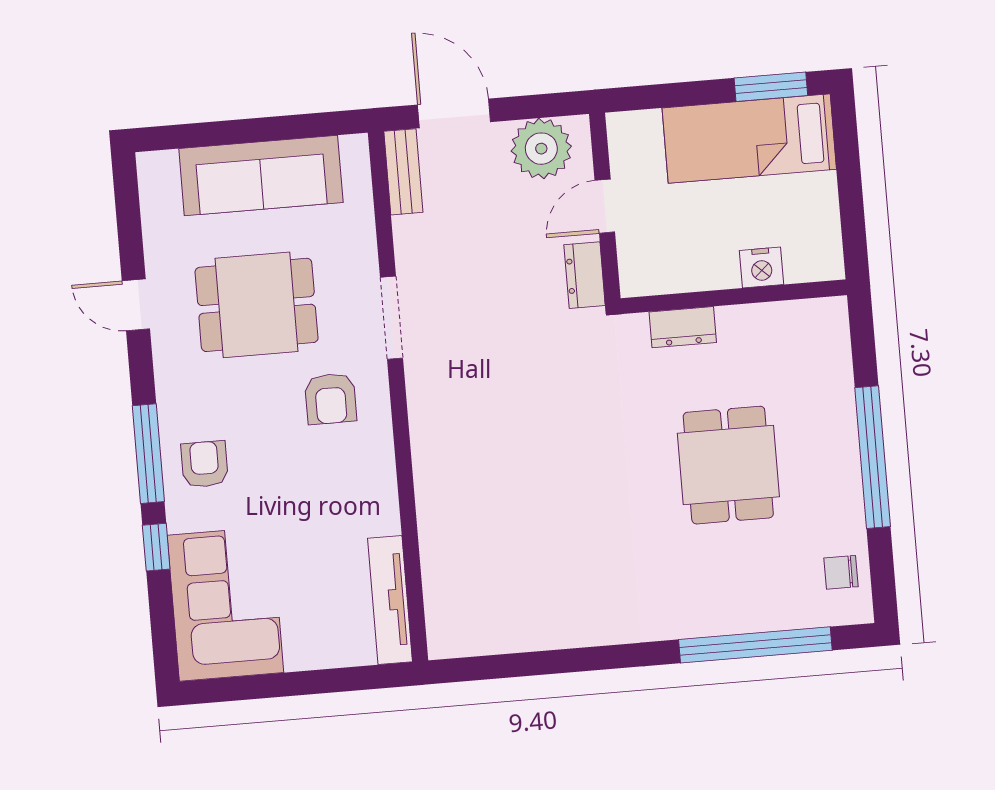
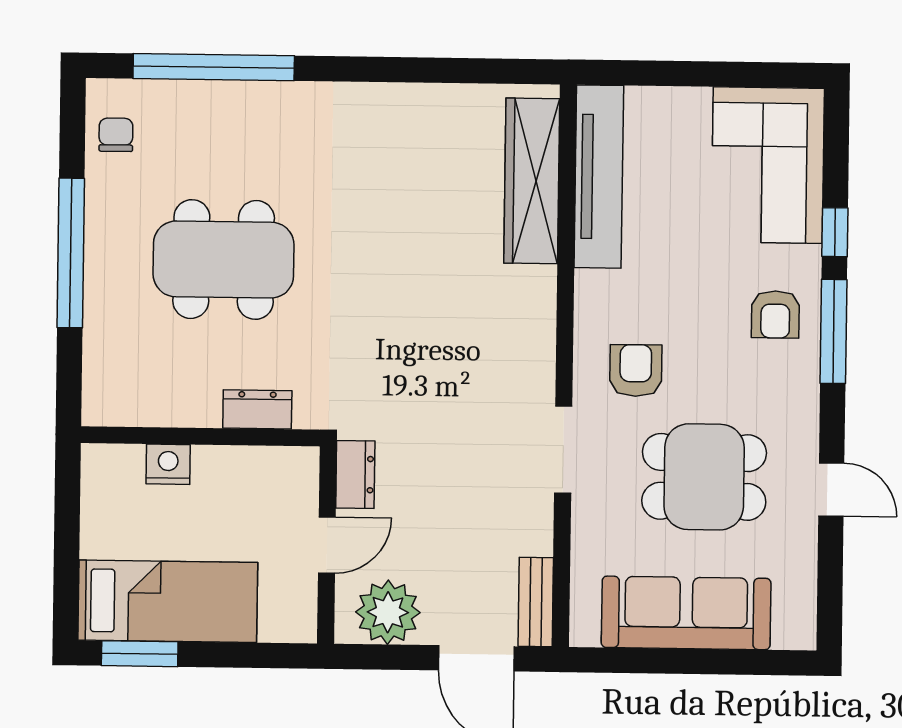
dining table: (728, 465) -> (224, 259), width x1.38
wardrobe: (446, 567) -> (532, 181), added
chair: (841, 572) -> (116, 135), turned -90
tv unit: (390, 600) -> (599, 177), width x1.36, depth x1.29

